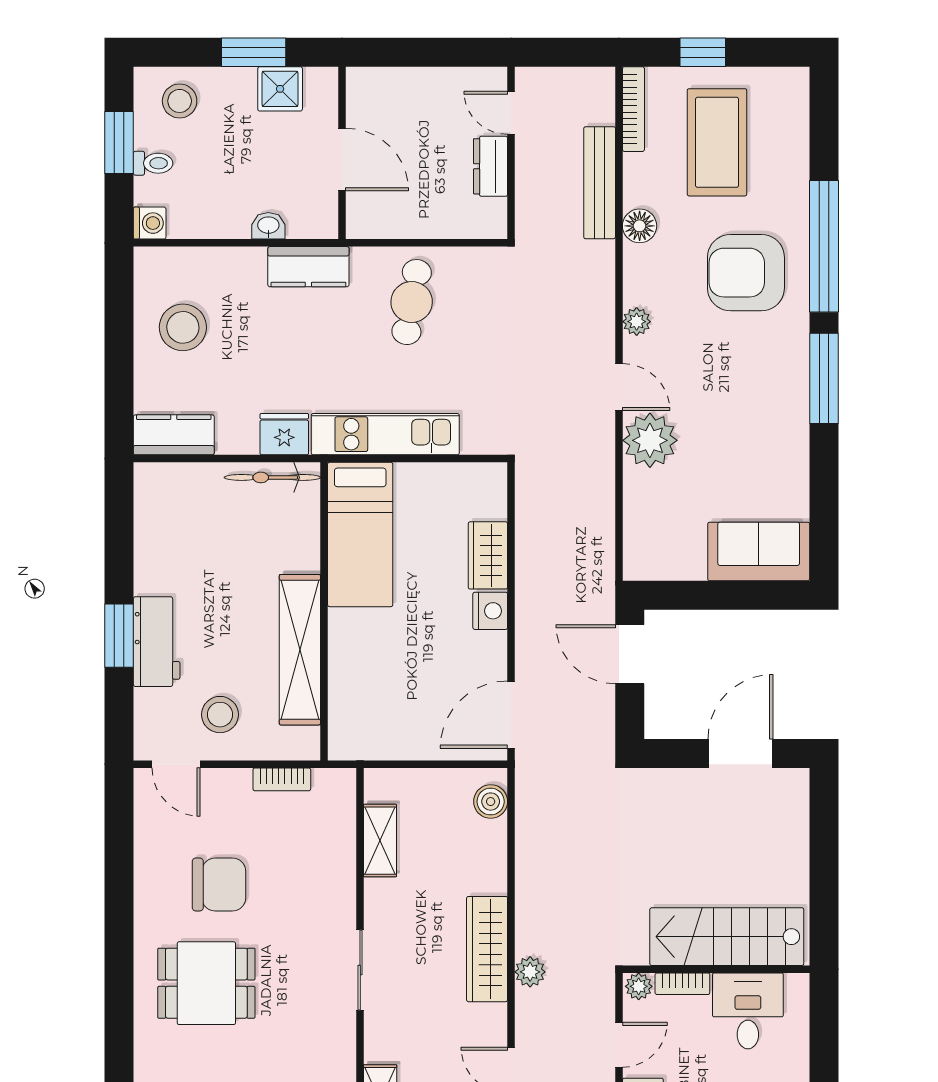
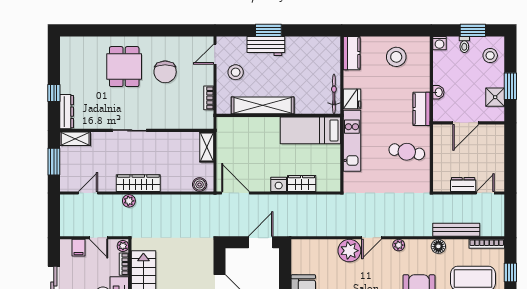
shelving: (380, 841) -> (207, 147), moved, turned 90

